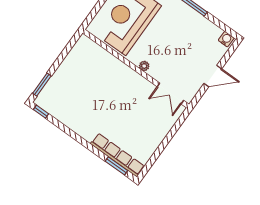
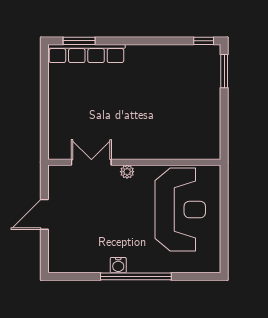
water cooler: (226, 39) -> (118, 265), moved
double door: (170, 94) -> (91, 162), moved

